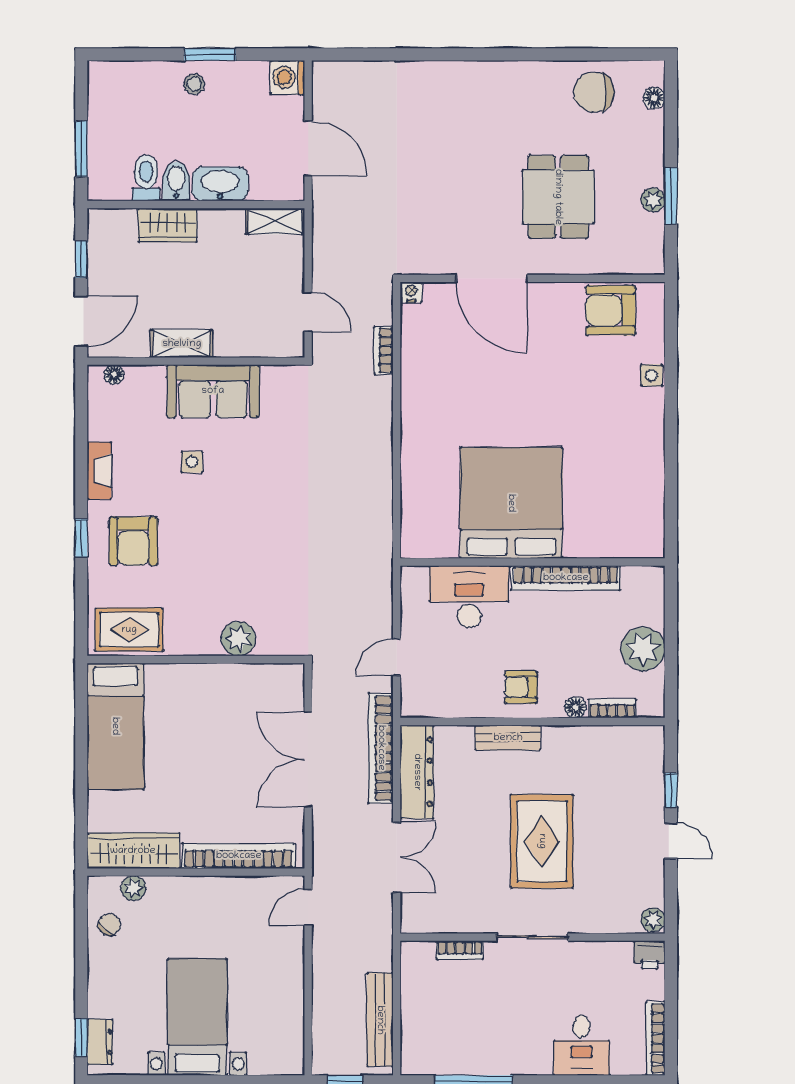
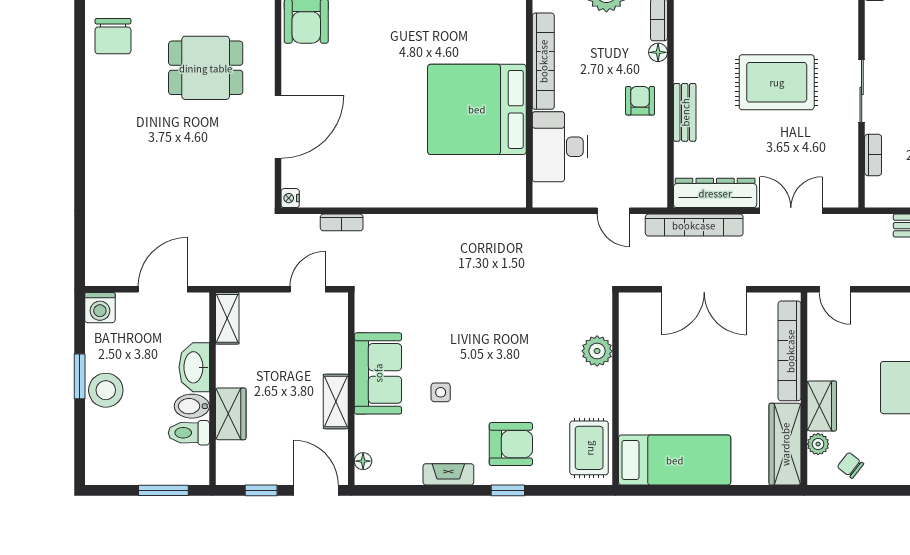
stool: (194, 84) -> (106, 390), width x1.89, depth x1.89
armchair: (521, 687) -> (640, 101), turned 180
wardrobe: (176, 892) -> (822, 406), added

